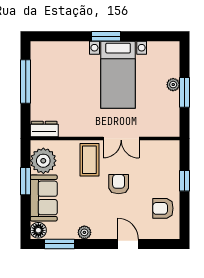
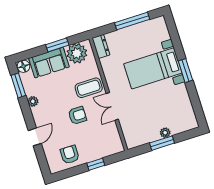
bed with nightstands: (118, 75) -> (153, 68), moved

